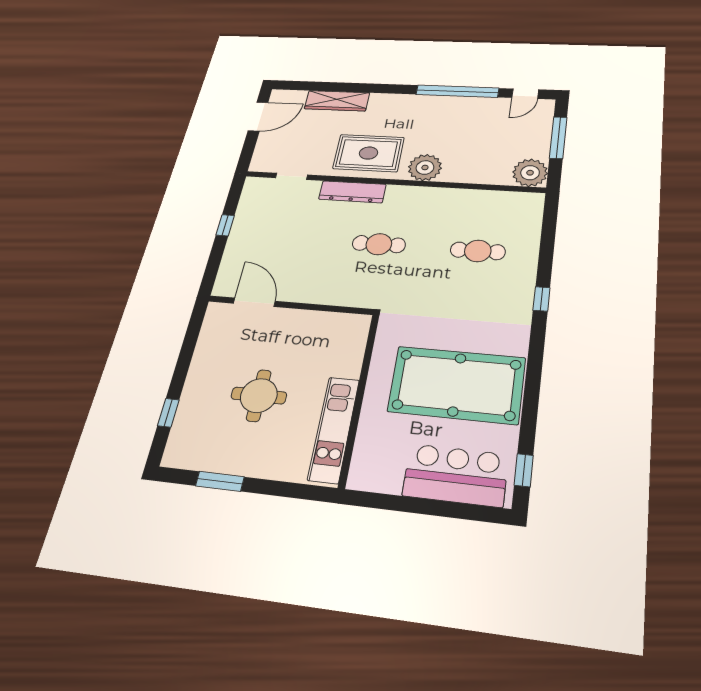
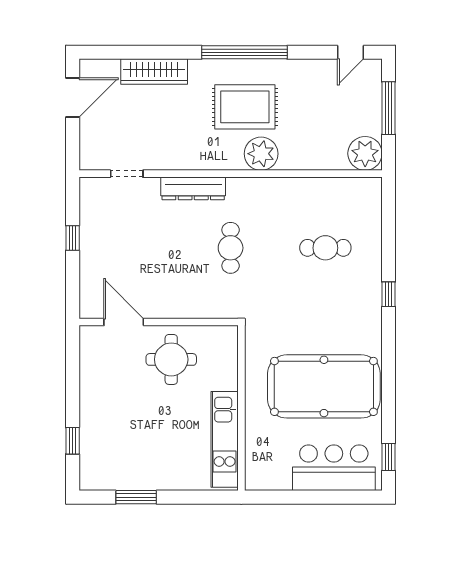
window: (457, 91) -> (244, 52), moved
rug: (368, 153) -> (245, 107), moved
cafe table: (379, 244) -> (231, 248), turned 90
round table: (259, 396) -> (171, 359), moved

